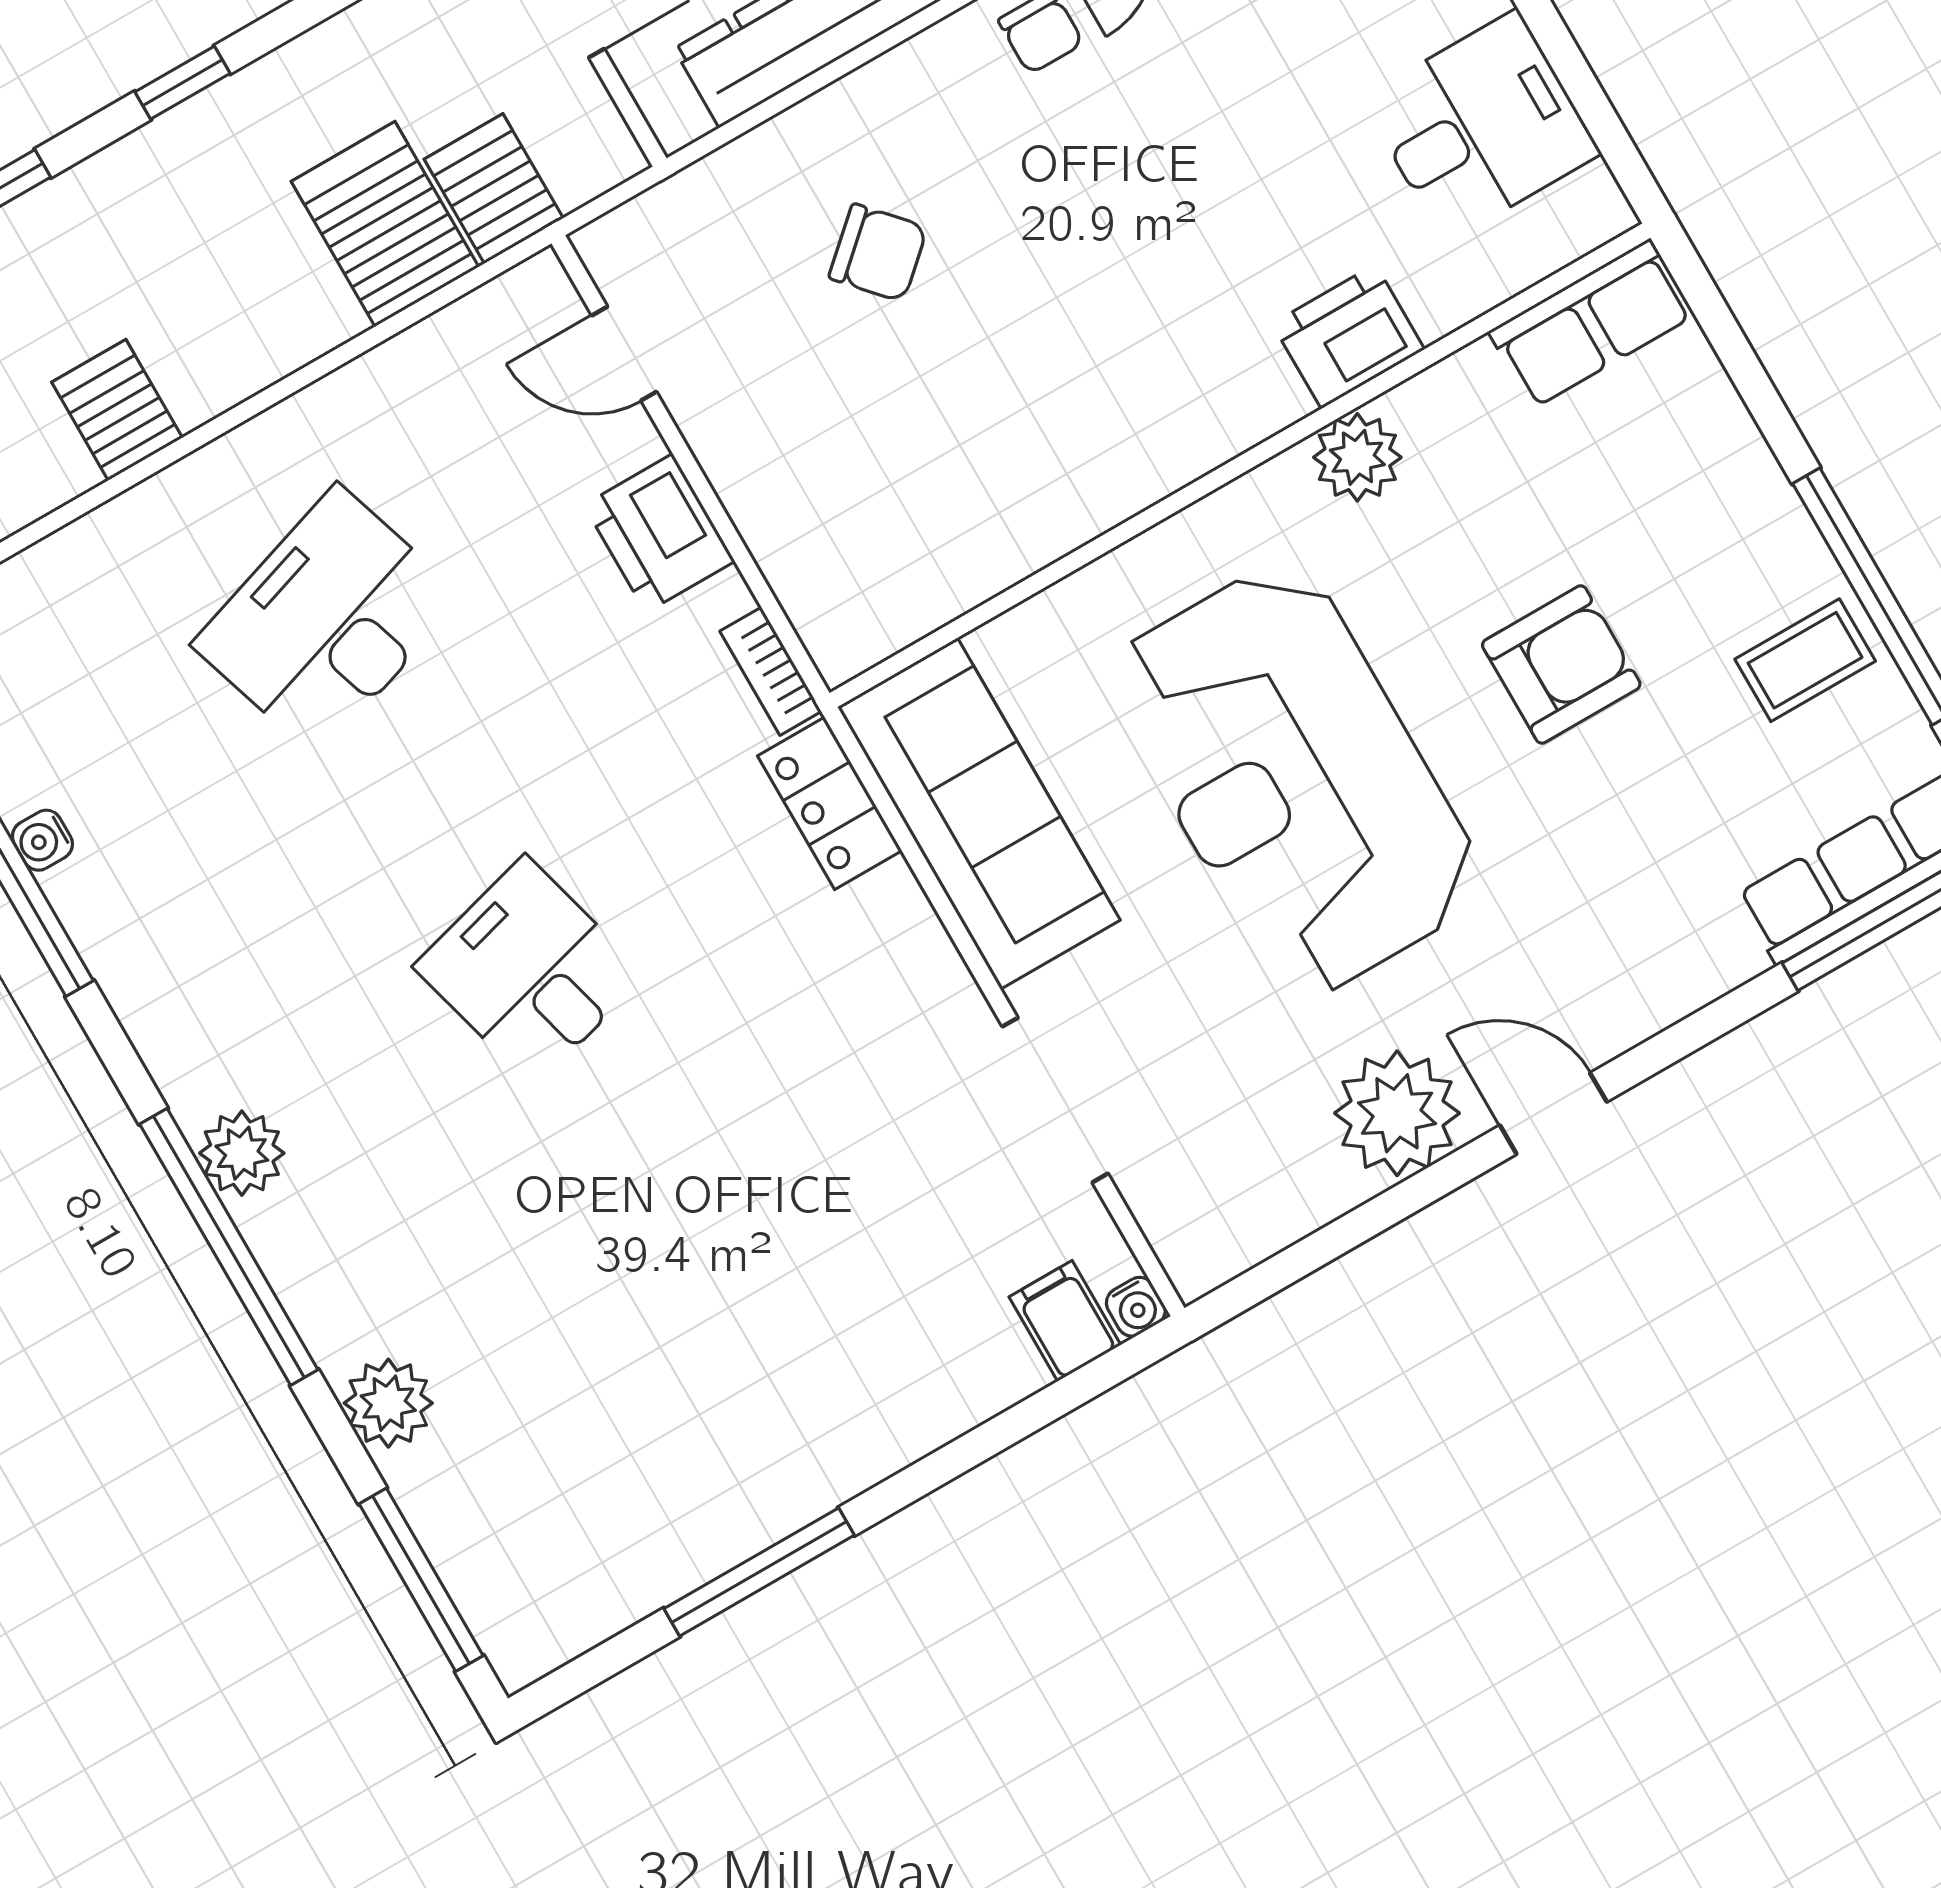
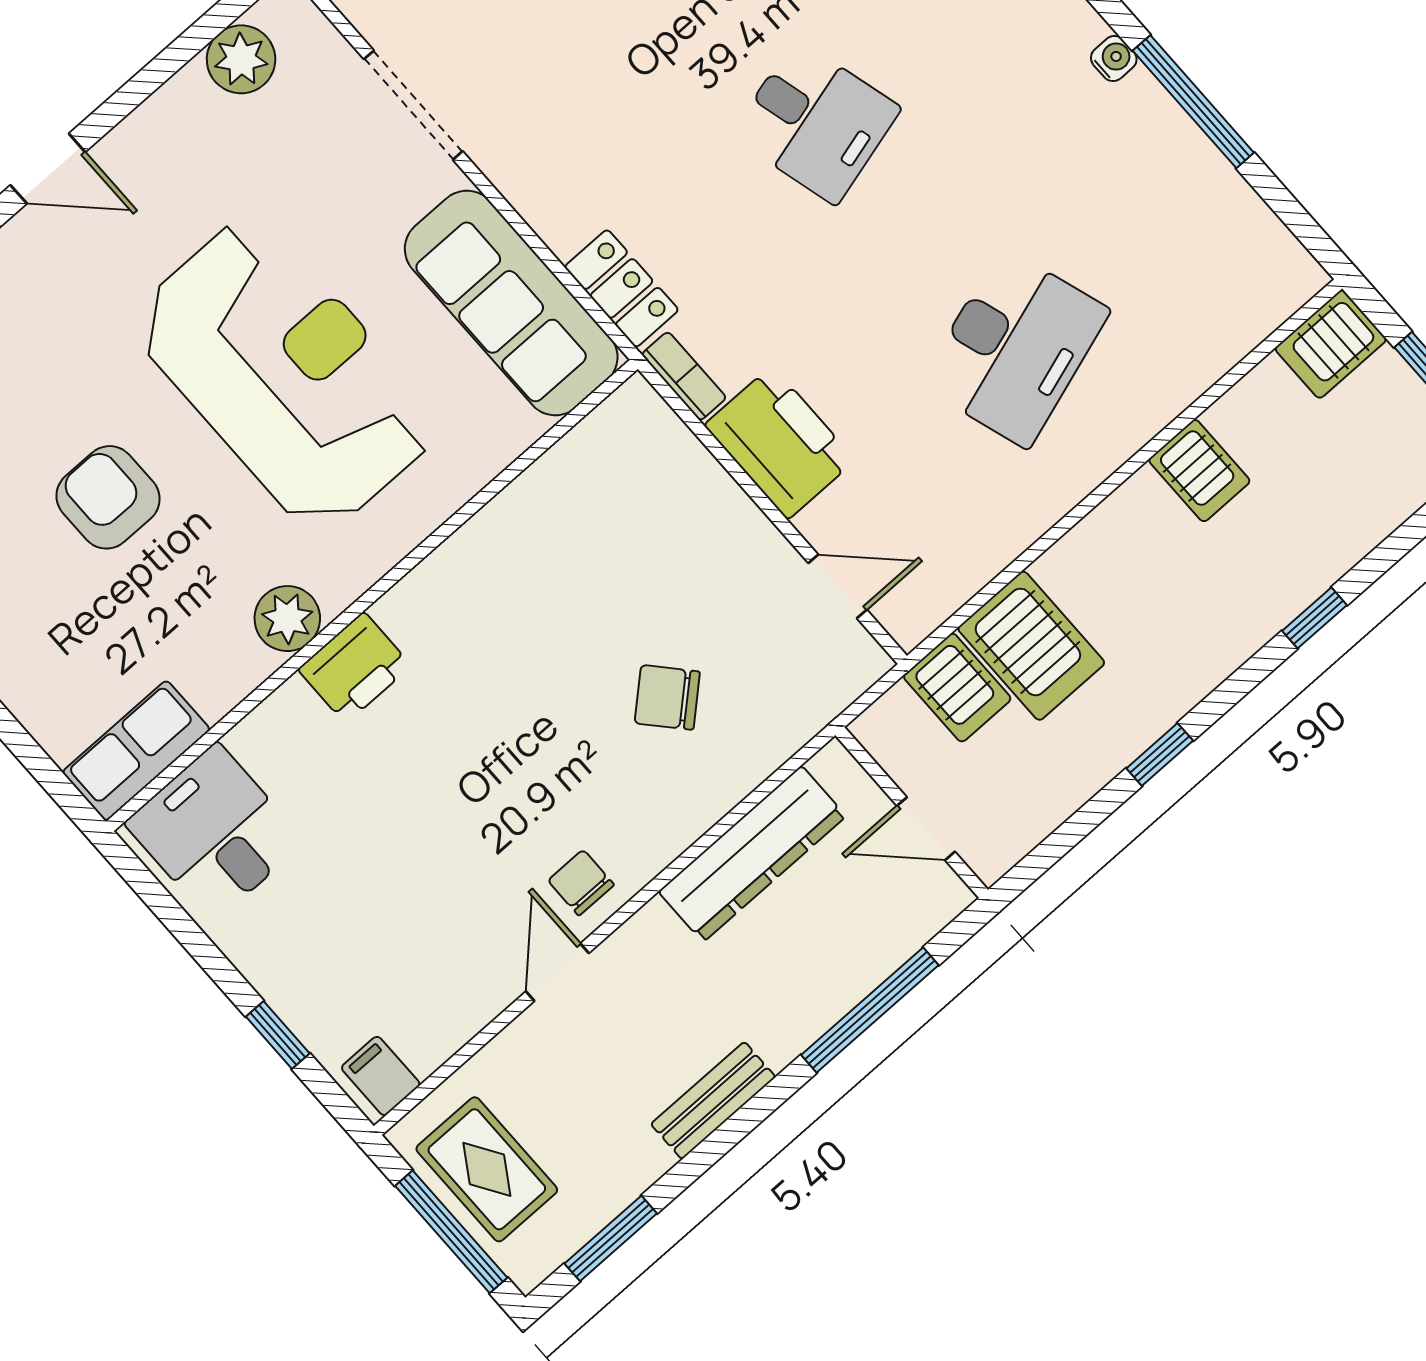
window: (183, 83) -> (1160, 755), moved
desk: (1481, 126) -> (215, 832), moved, turned 90
printer: (1348, 337) -> (355, 668), moved
printer: (659, 533) -> (780, 443), width x1.37, depth x1.19
armchair: (1561, 665) -> (108, 497), turned 90
water cooler: (42, 840) -> (1114, 59), moved
plant: (1397, 1113) -> (241, 59), moved, width x0.73, depth x0.73

